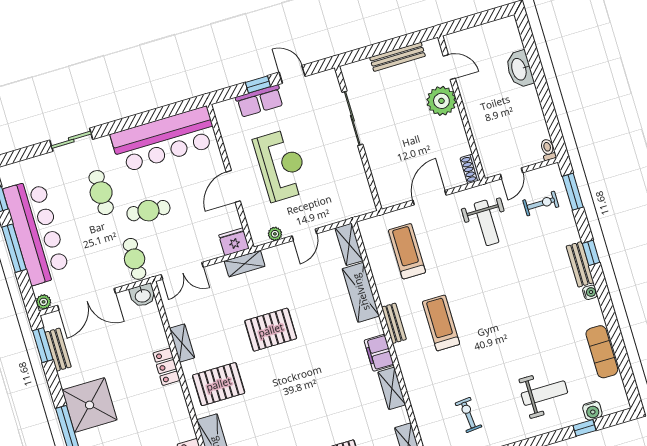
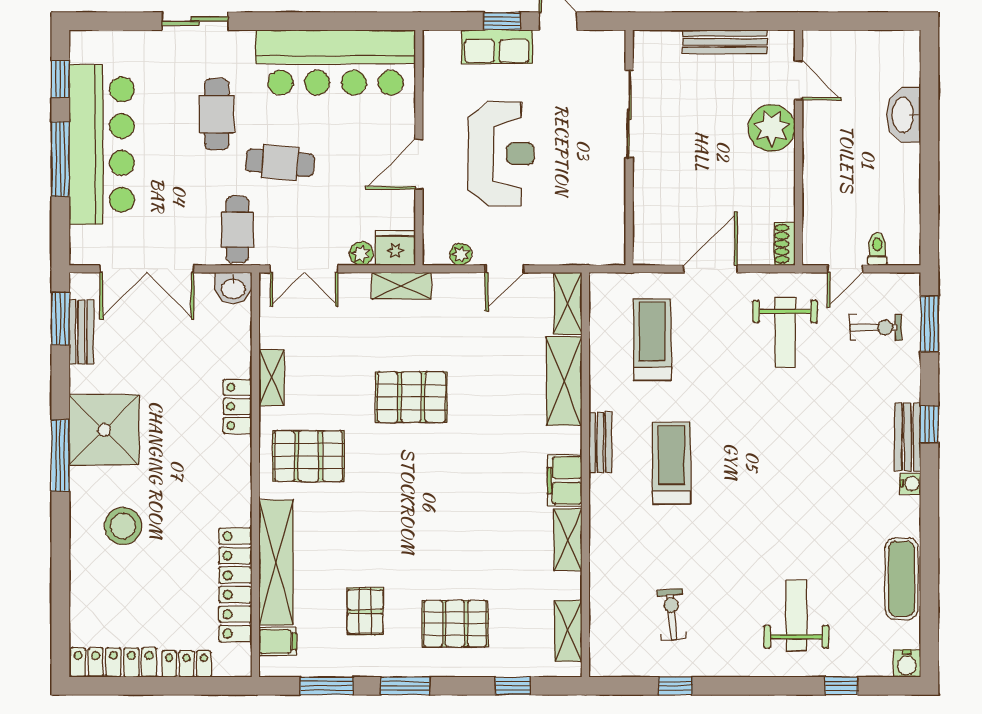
toilet: (548, 150) -> (877, 249), moved
plant: (44, 302) -> (361, 254), moved
weight bench: (544, 393) -> (796, 615), turned -90
water cooler: (592, 411) -> (907, 663), moved

